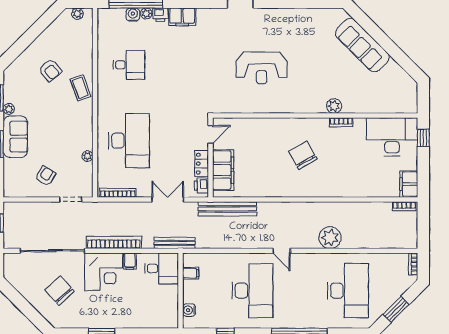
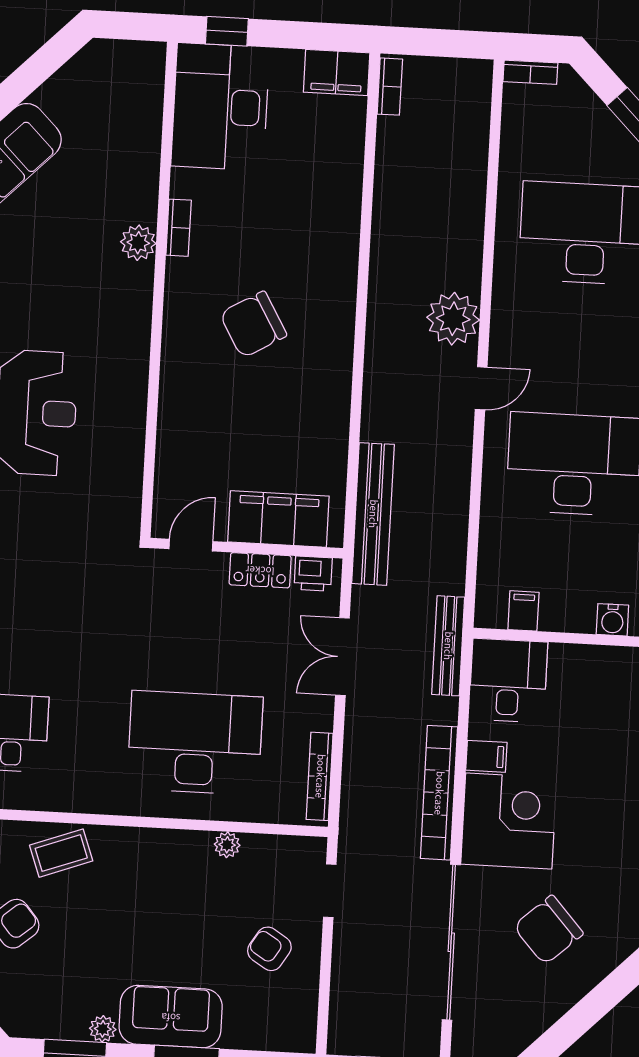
door: (210, 134) -> (191, 545), hinge flipped
plant: (330, 238) -> (453, 319), moved

